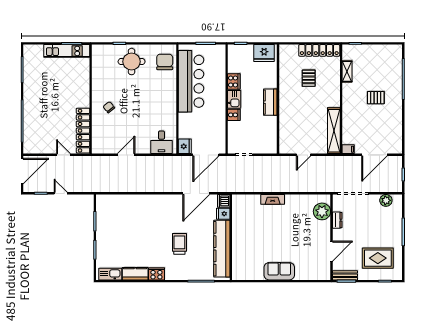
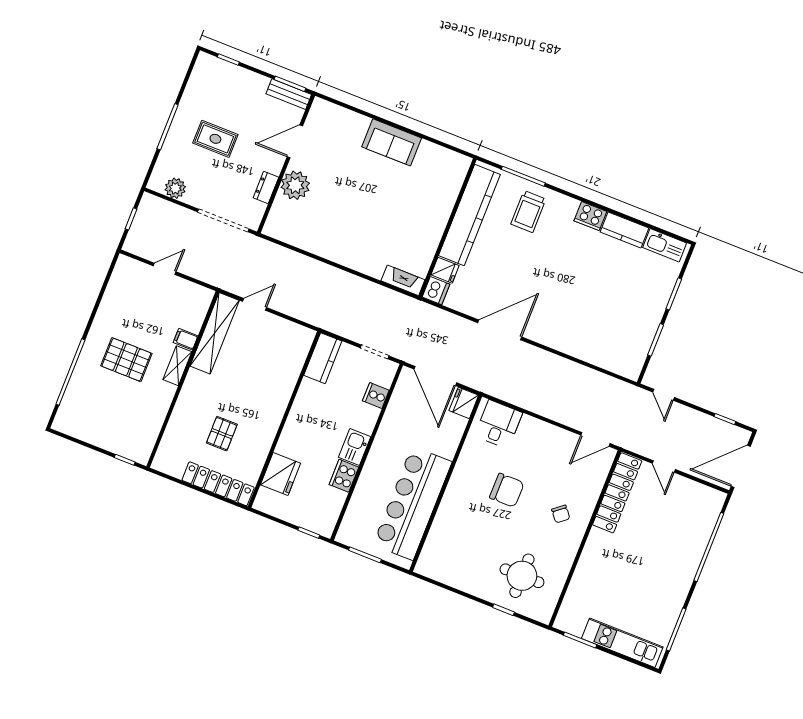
locker: (319, 50) -> (218, 484), moved
kitchen unit: (67, 51) -> (622, 643), moved
fridge: (264, 53) -> (281, 474), moved, turned 90
round table: (132, 62) -> (522, 576), moved
chair: (165, 62) -> (507, 490), moved, turned -90
shelving: (347, 71) -> (177, 366), moved
pallet: (376, 98) -> (126, 360), width x1.50, depth x1.42
kitchen counter: (270, 102) -> (323, 358), moved
cooker: (234, 115) -> (376, 396), moved
filing cabinet: (348, 149) -> (186, 339), moved
door: (126, 155) -> (595, 439), moved
door: (206, 155) -> (435, 376), swing flipped
door: (303, 155) -> (255, 304), moved
door: (374, 155) -> (165, 269), width x0.53
door: (61, 193) -> (664, 395), moved
door: (196, 193) -> (500, 330), moved
fireplace: (273, 199) -> (403, 280), moved
plant: (322, 211) -> (295, 185), moved
trolley: (179, 244) -> (528, 212), moved
rug: (378, 258) -> (215, 139), moved, width x0.73, depth x0.70

